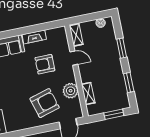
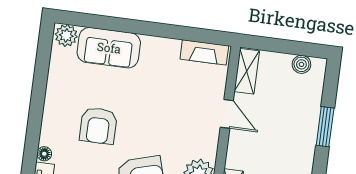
fireplace: (34, 37) -> (204, 52), moved
armchair: (45, 64) -> (98, 126), moved, turned -90

